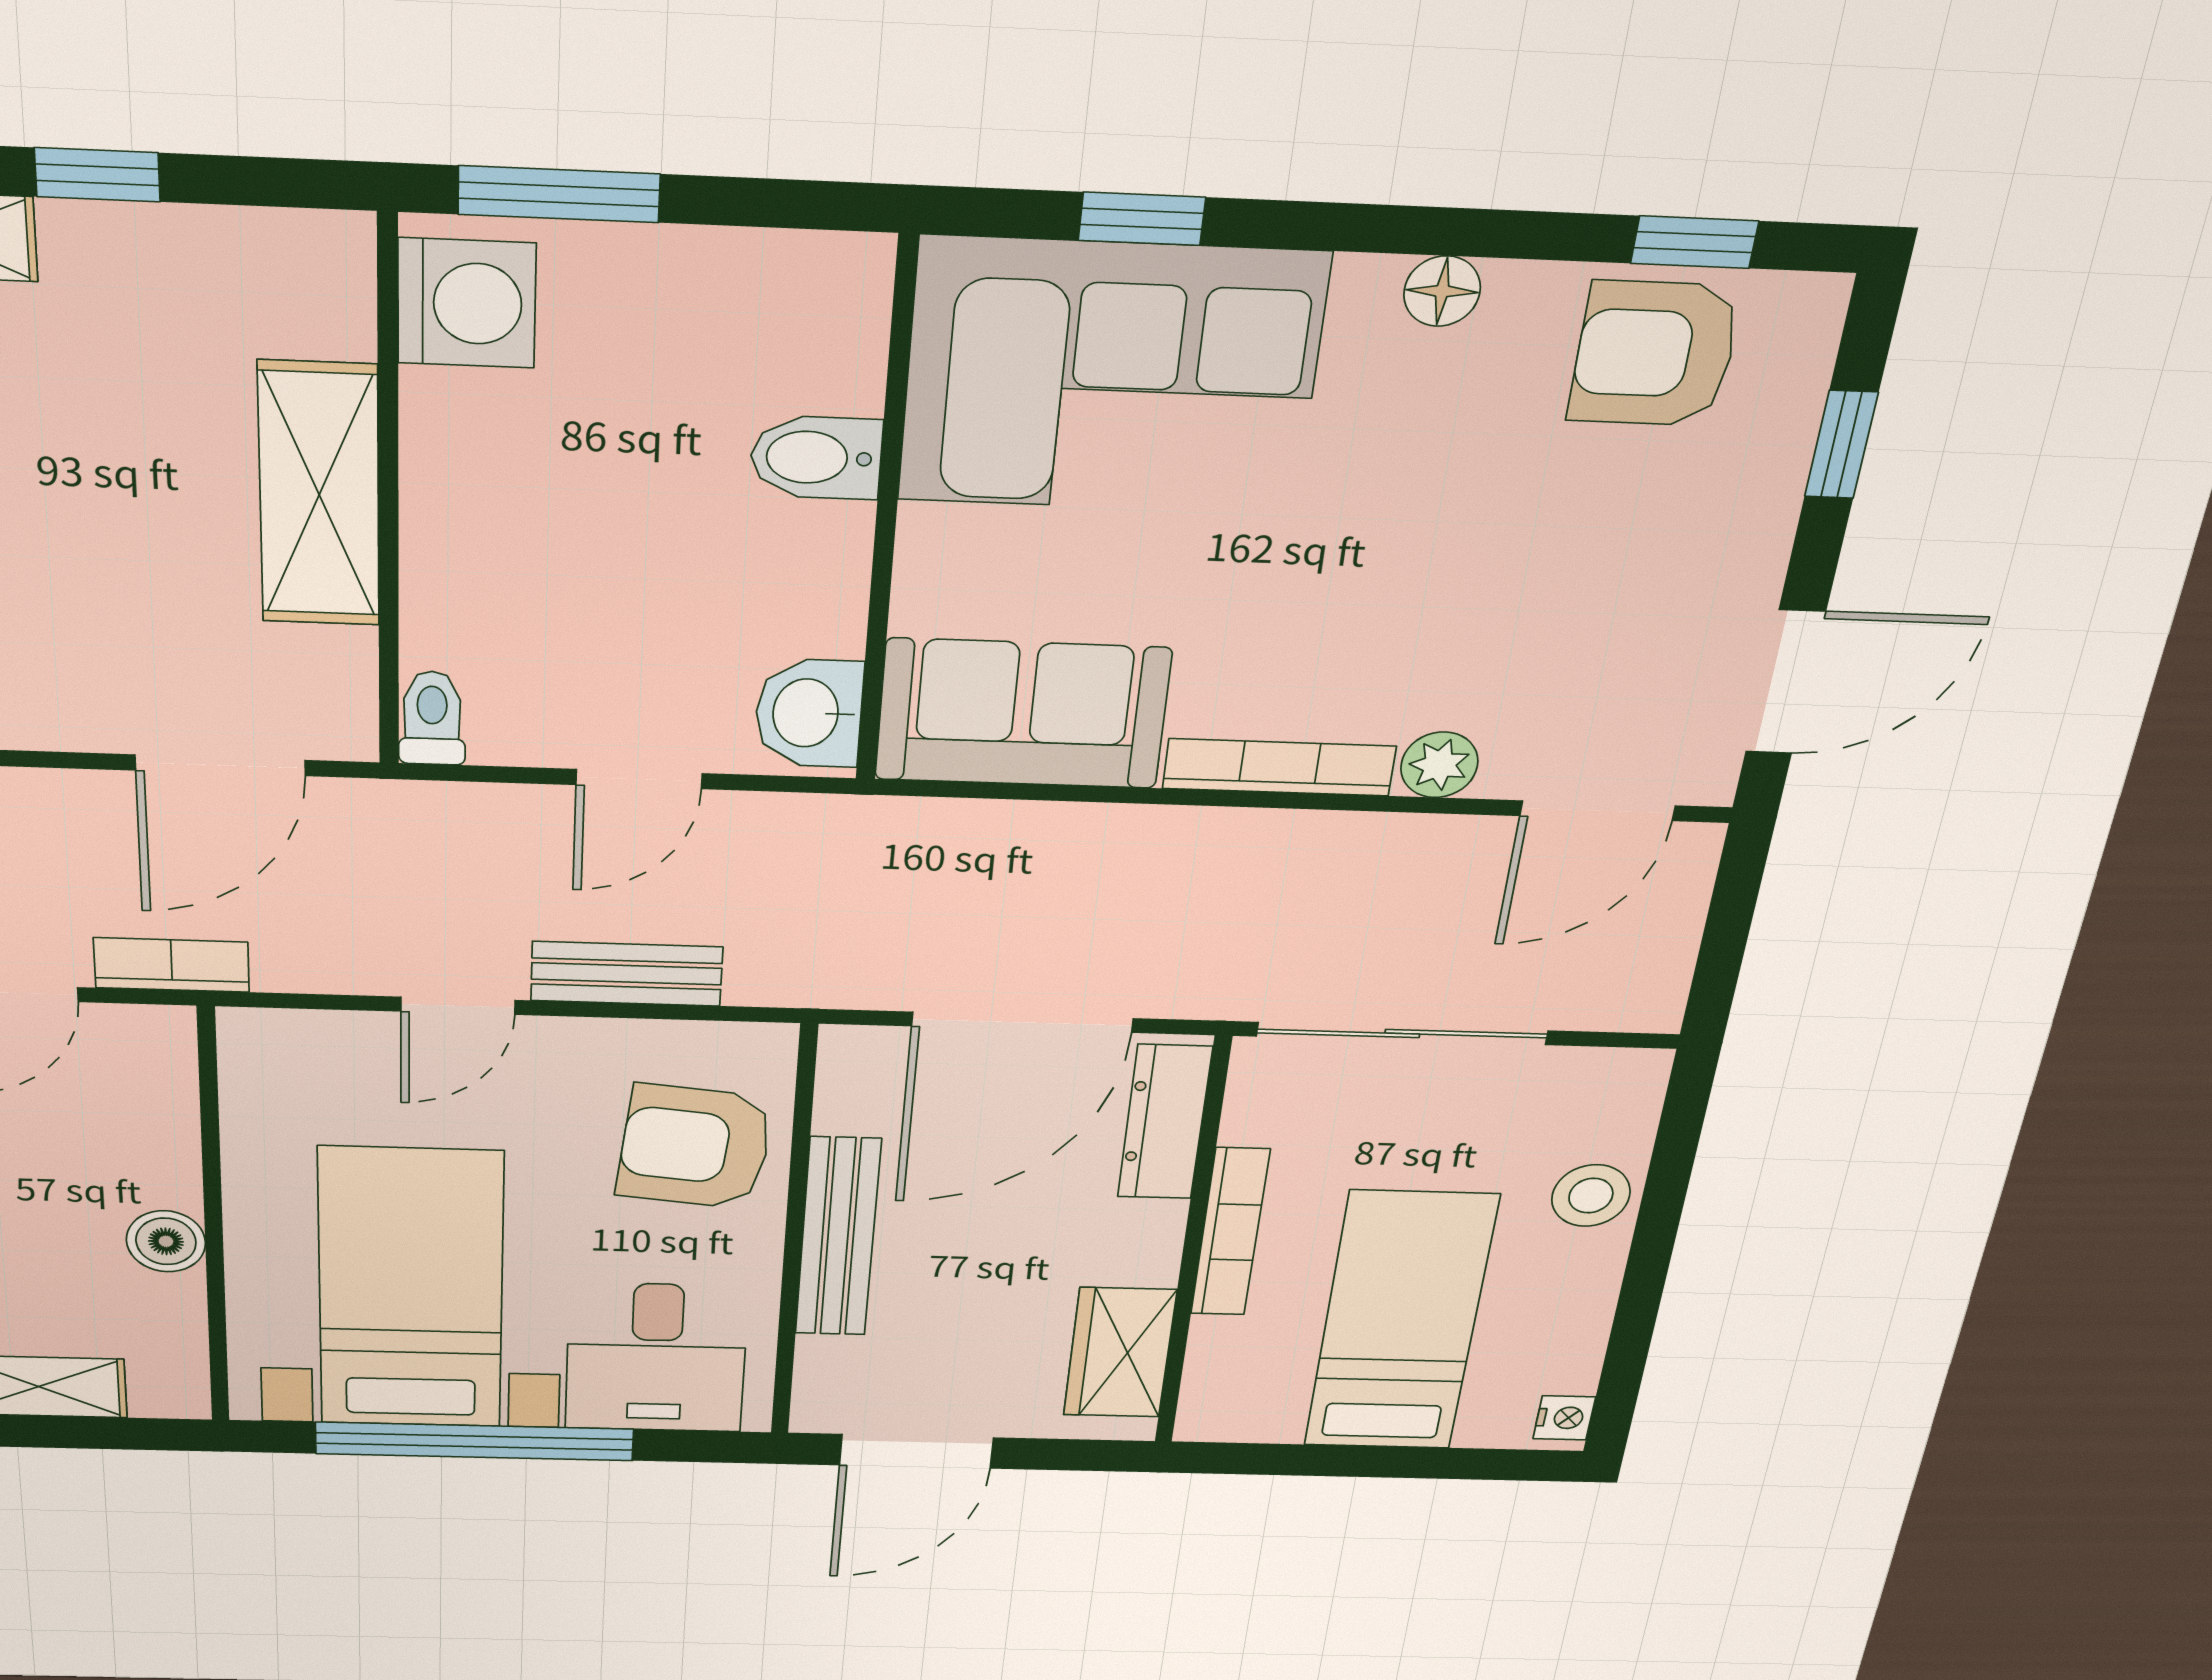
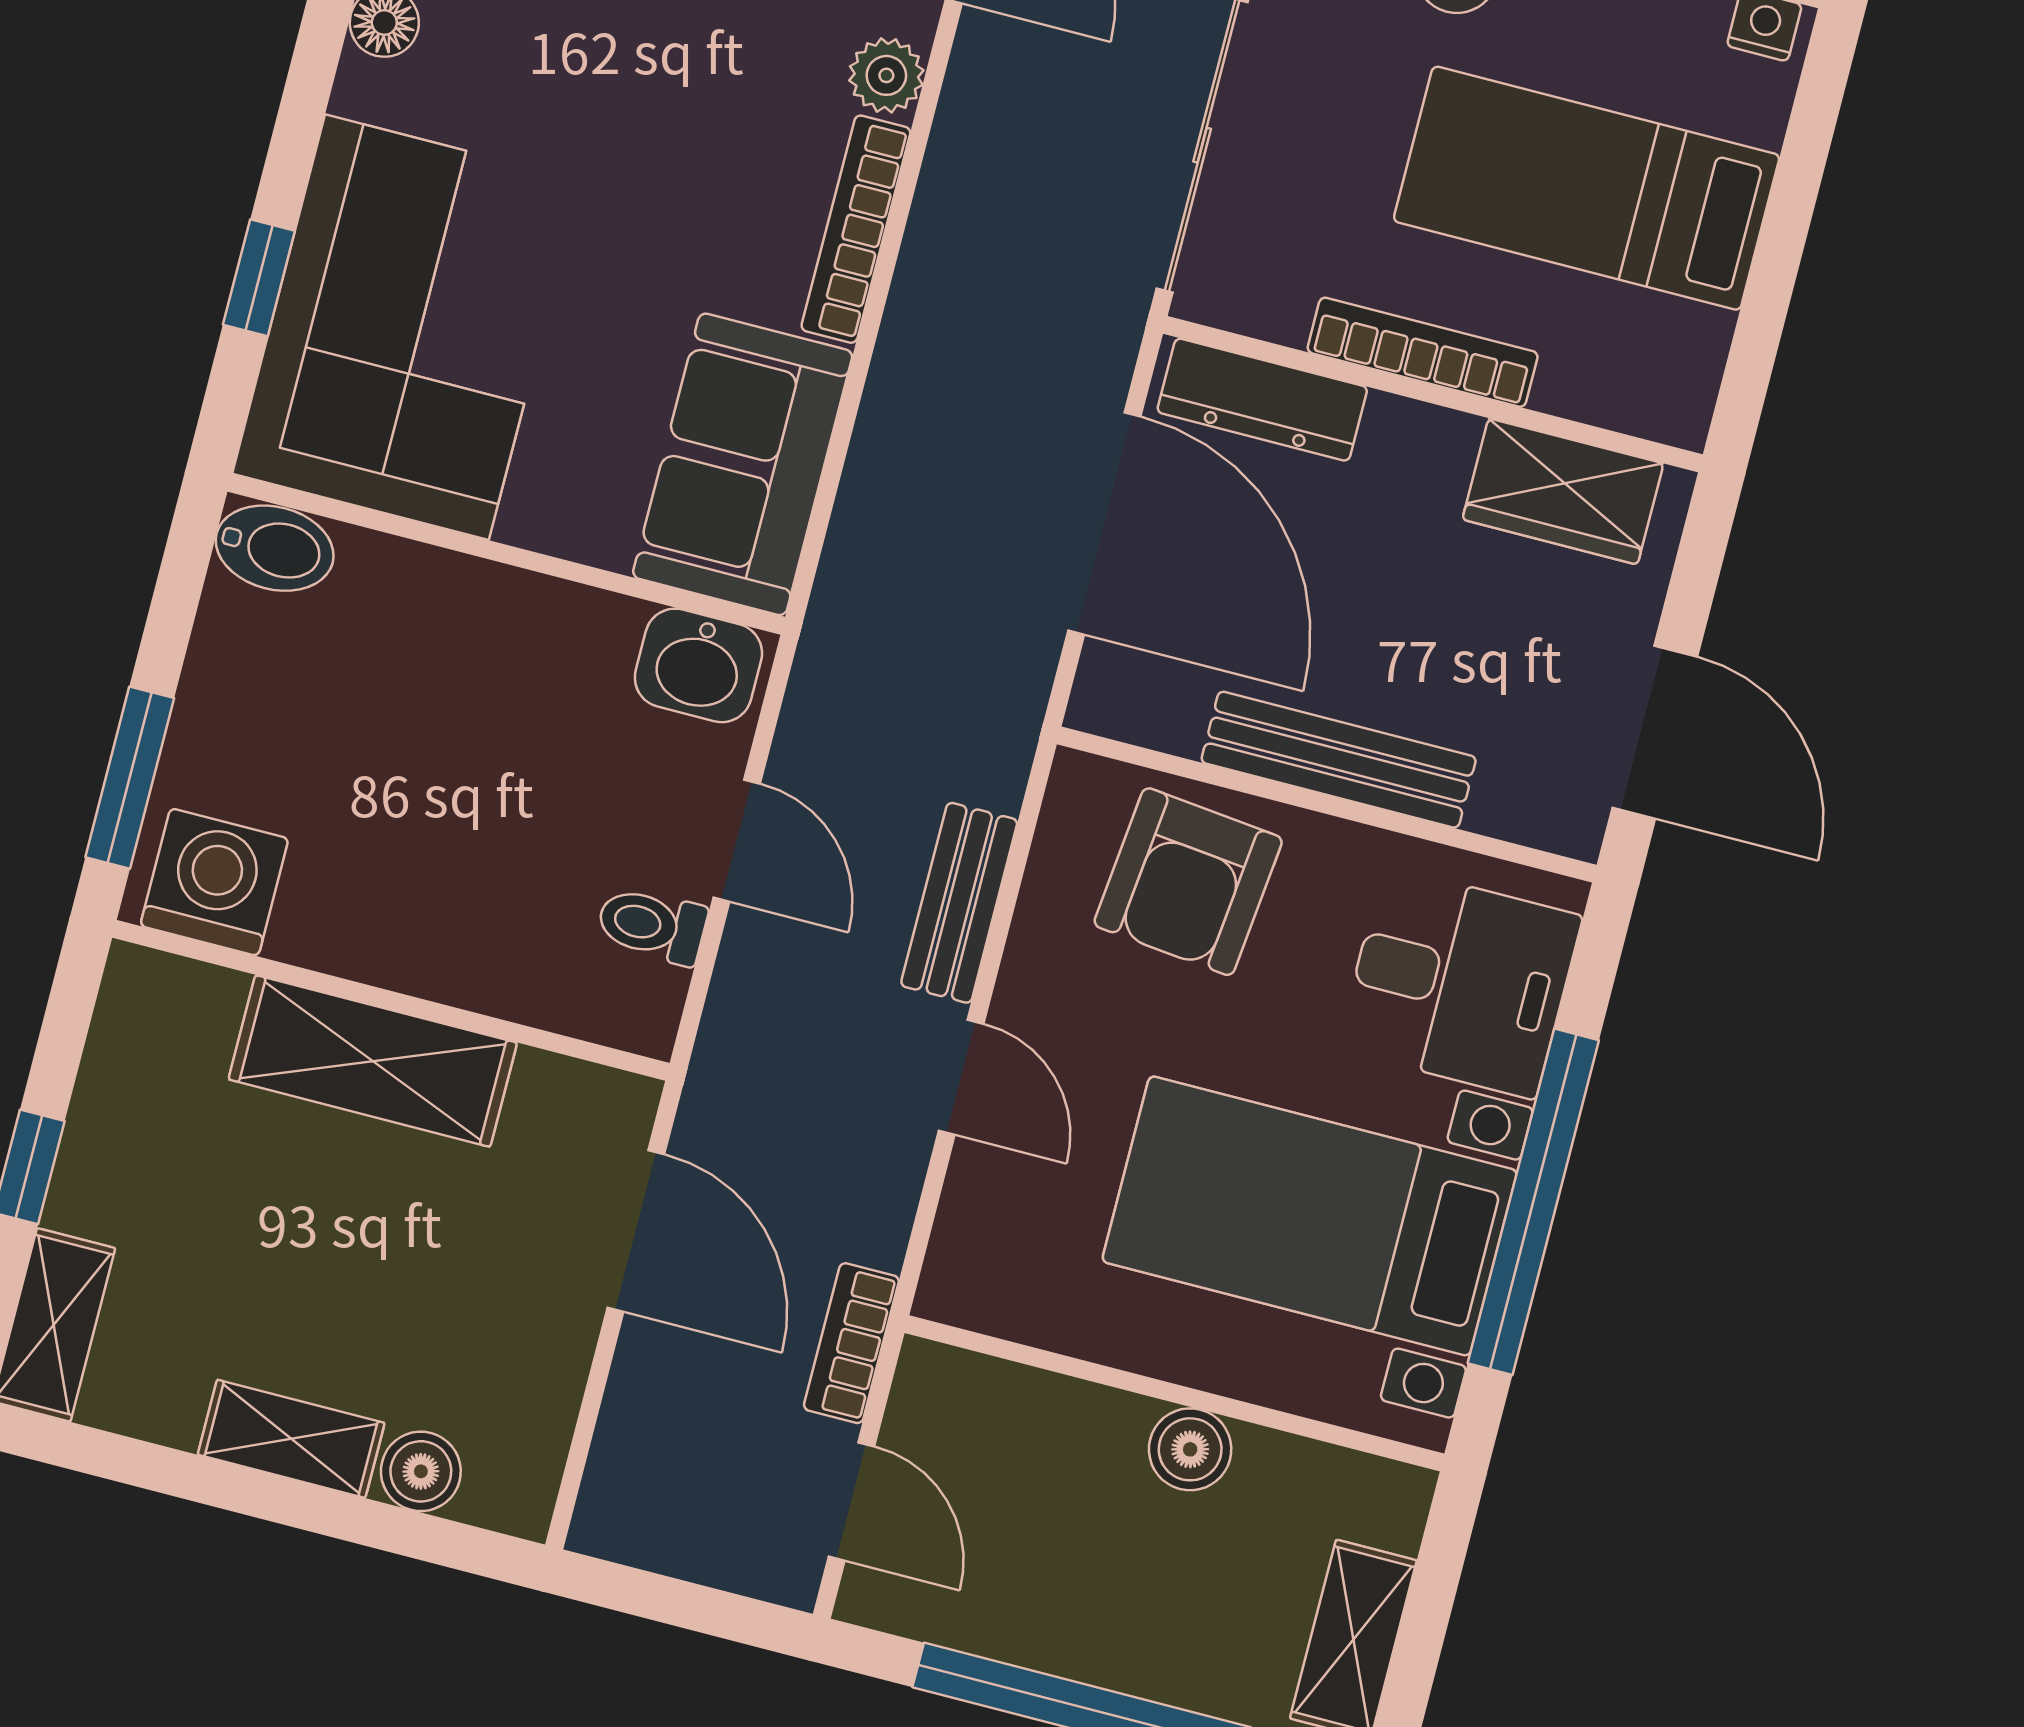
bidet: (816, 458) -> (275, 548), moved, turned -90
toilet: (432, 718) -> (652, 925), moved

